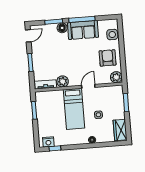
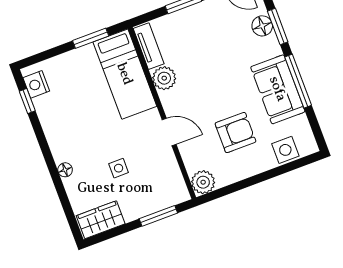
floor lamp: (62, 28) -> (262, 26), moved
armchair: (108, 58) -> (235, 133), moved
bed: (74, 109) -> (125, 74), moved, turned -90

